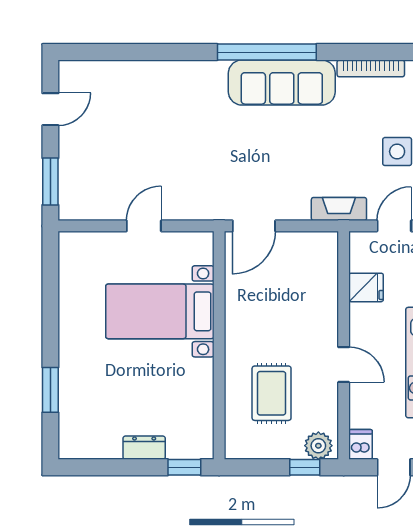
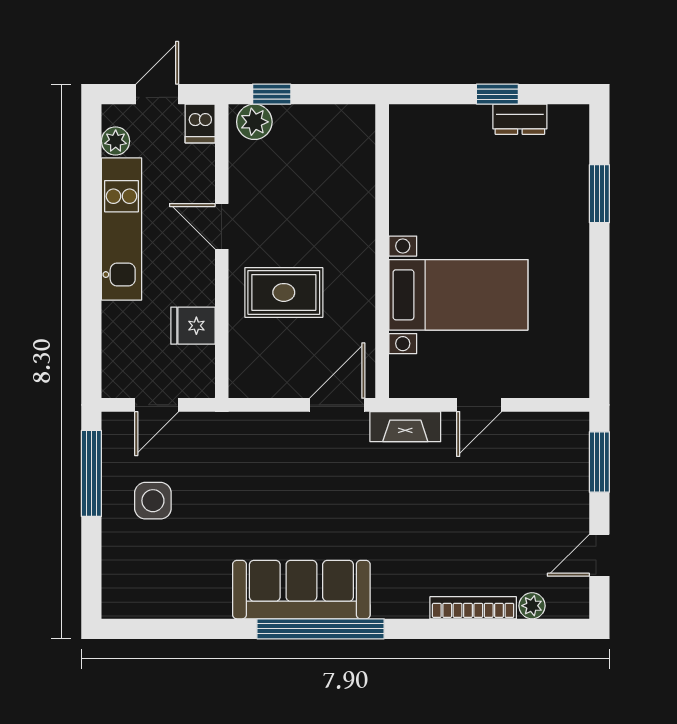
bookcase: (371, 68) -> (473, 608), moved
plant: (103, 70) -> (532, 606), added
fireplace: (339, 209) -> (405, 427), moved
rug: (272, 393) -> (284, 292), moved, turned 90
dresser: (144, 448) -> (520, 119), moved
window: (184, 467) -> (497, 94), moved

